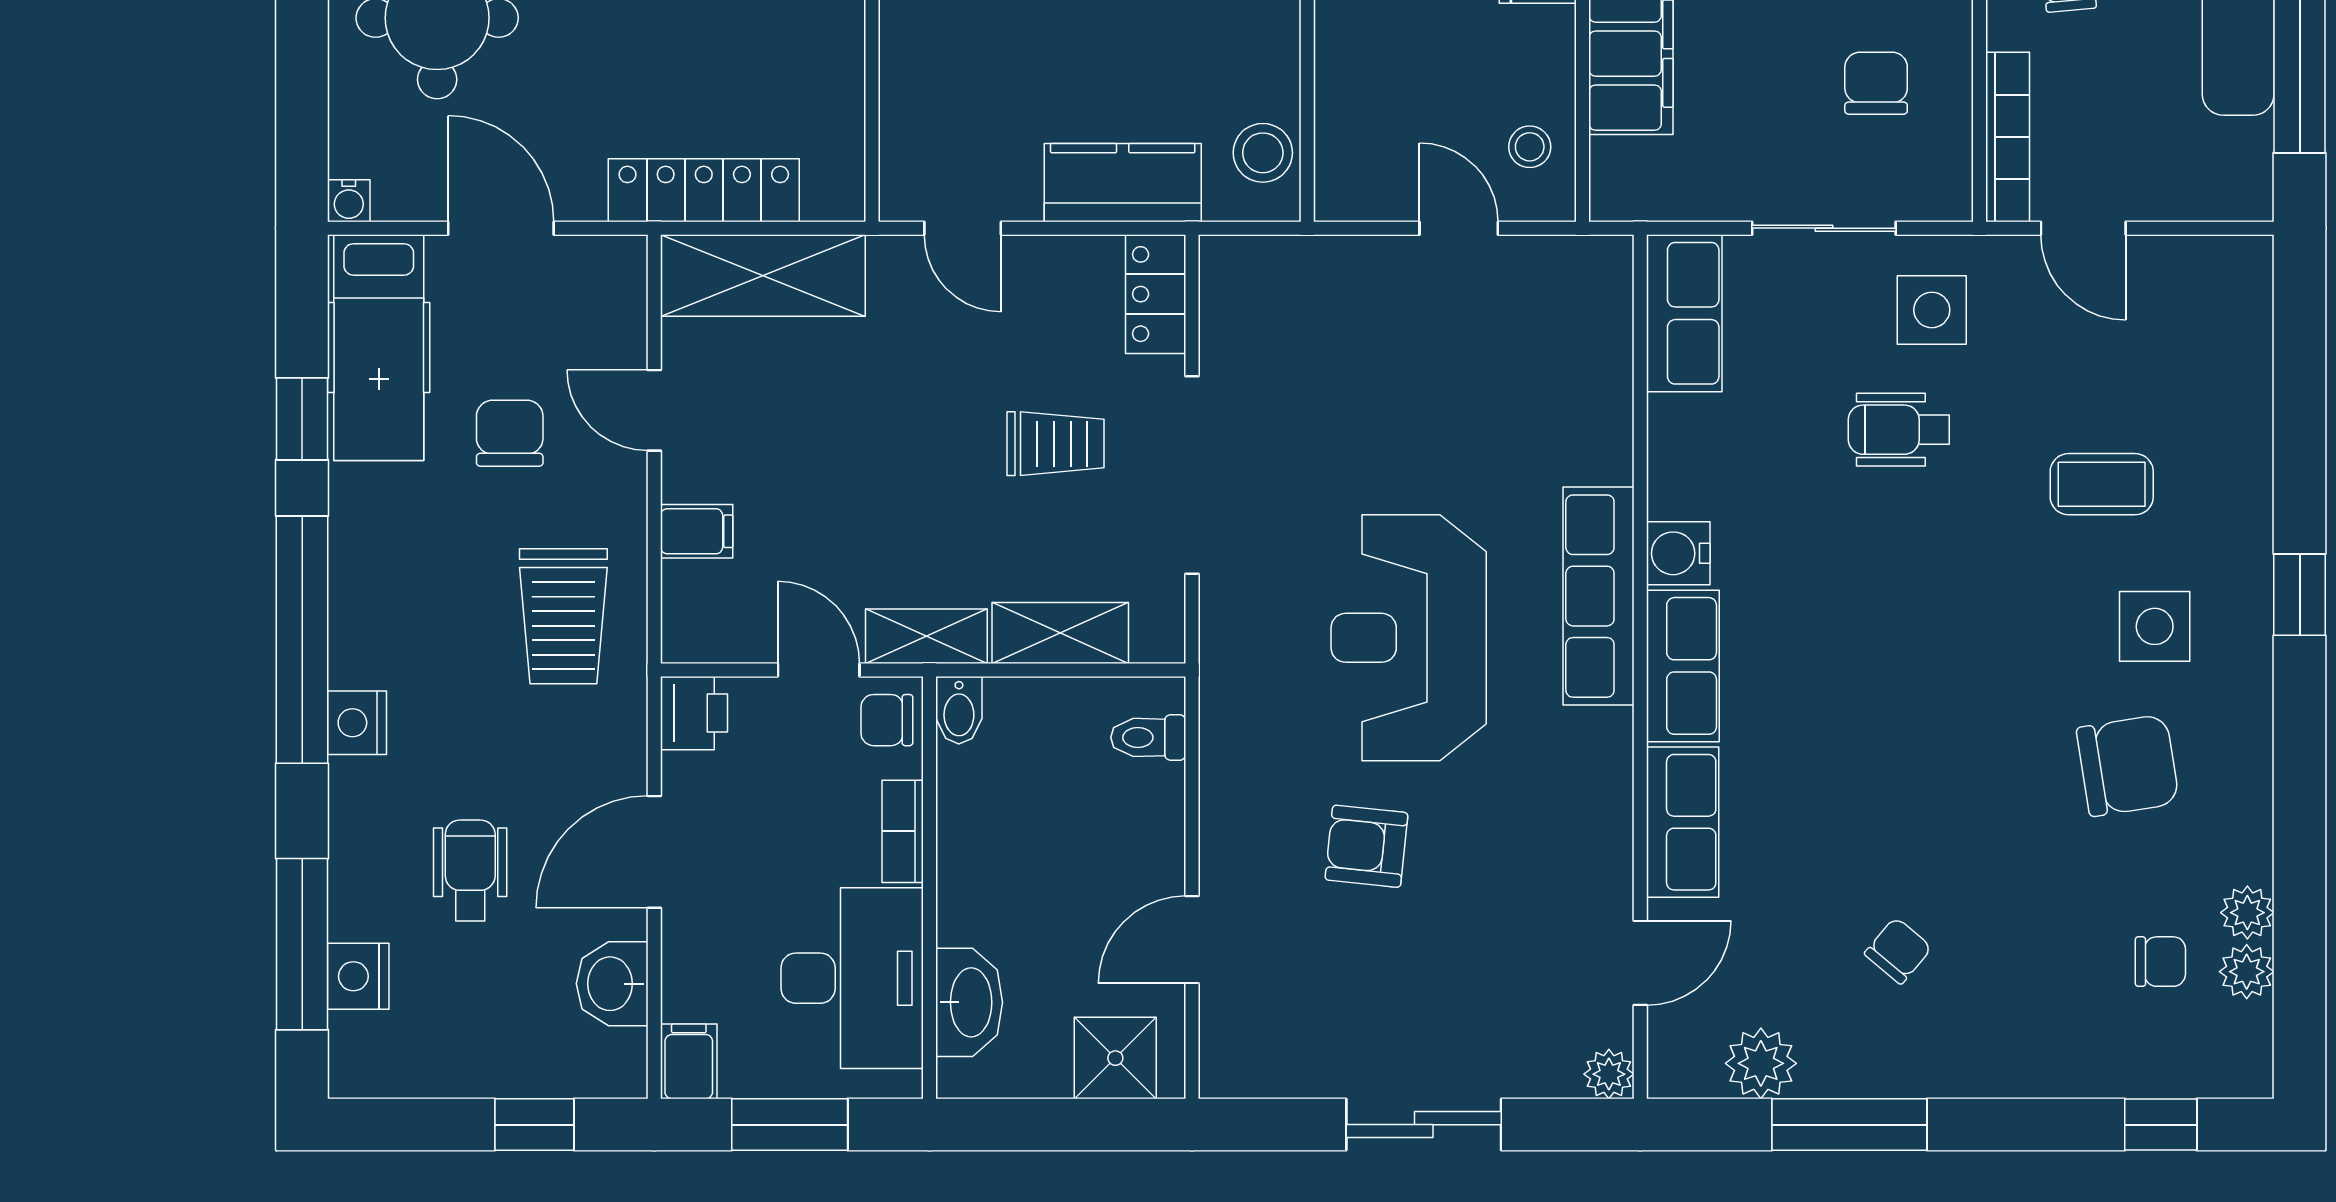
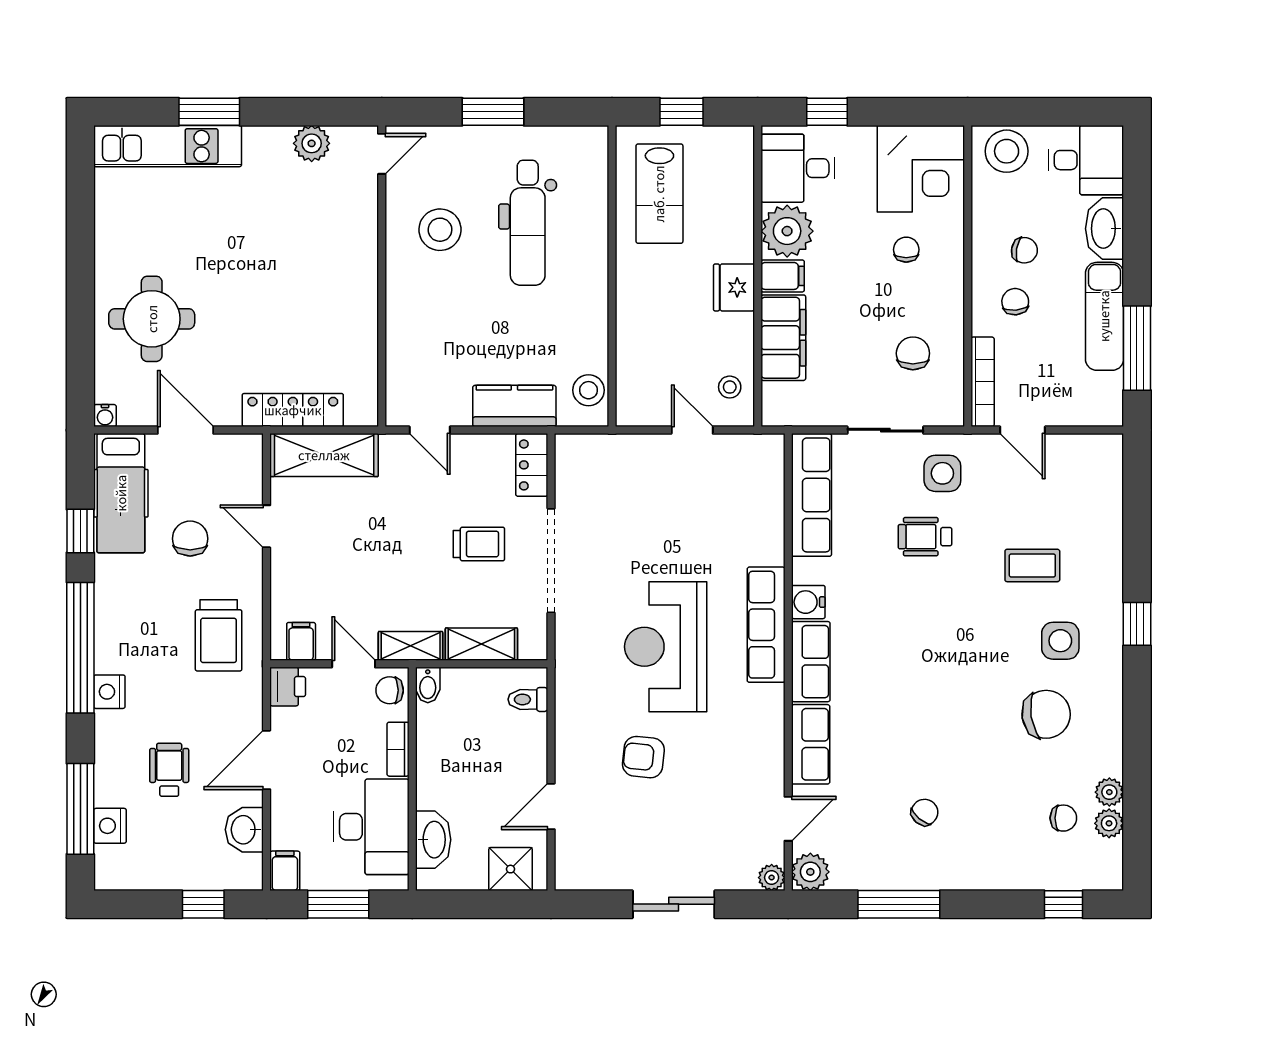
row of seats: (1684, 313) -> (811, 495), width x1.48
filing cabinet: (697, 531) -> (301, 641), moved, turned -90
plant: (1761, 1063) -> (810, 872), moved

